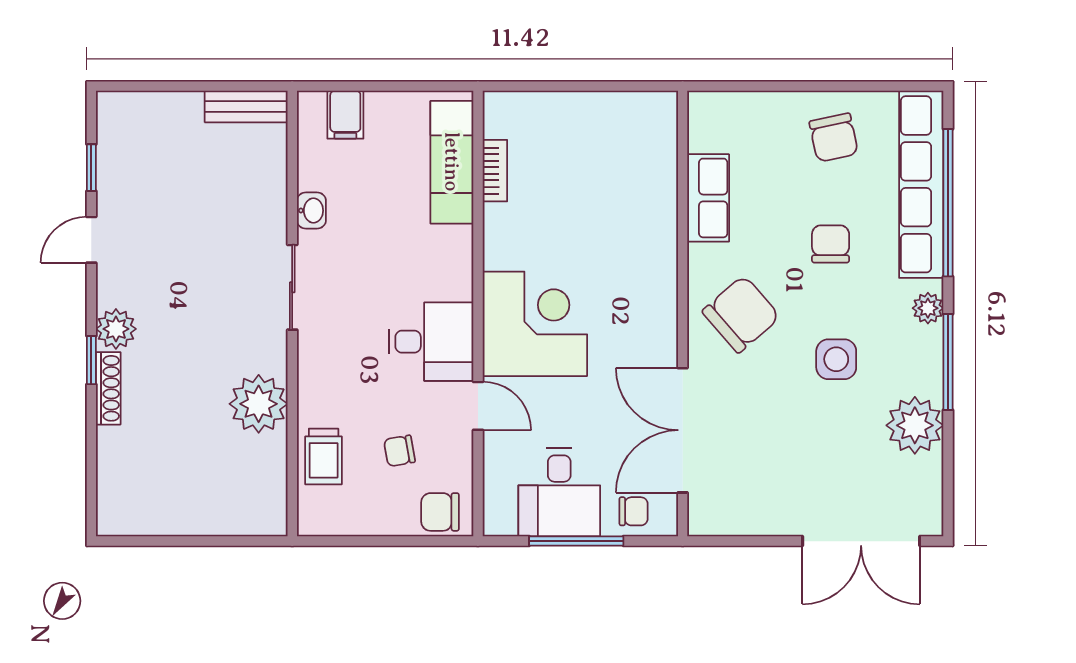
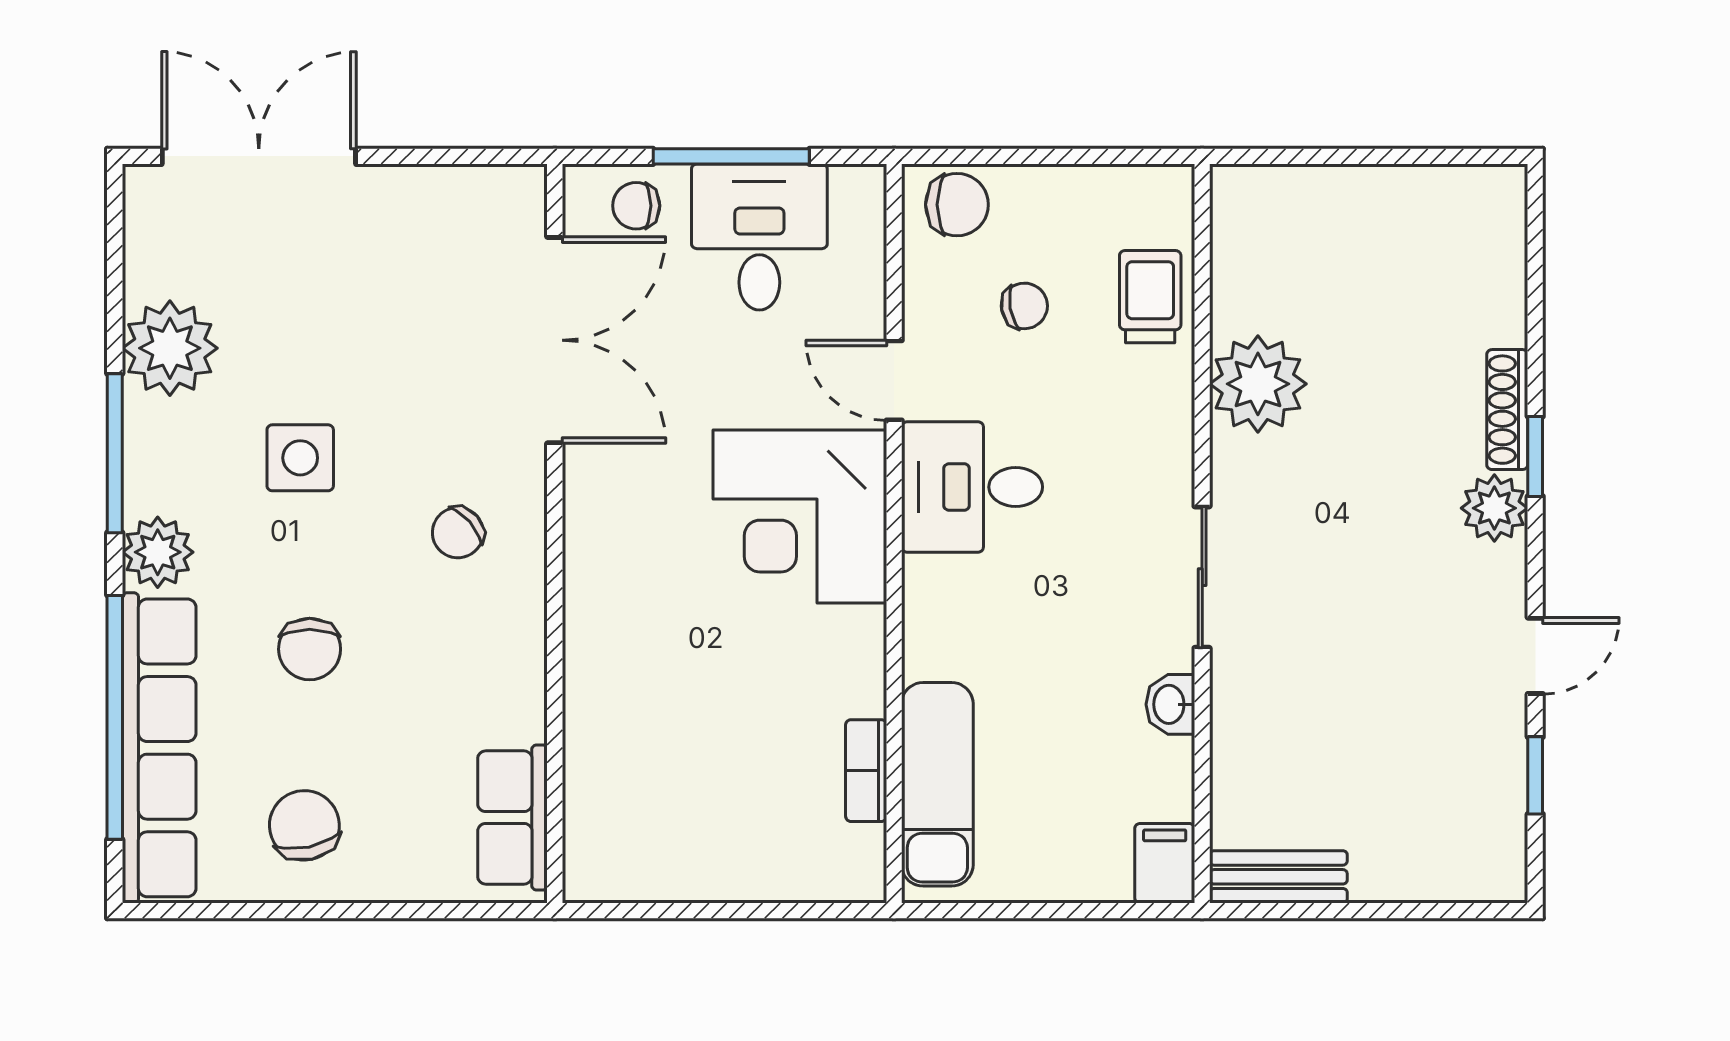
filing cabinet: (345, 115) -> (1165, 863), moved
row of seats: (708, 198) -> (512, 818), moved
plant: (928, 308) -> (158, 552), width x1.38, depth x1.38
chair: (741, 314) -> (458, 533), width x0.54, depth x0.54

